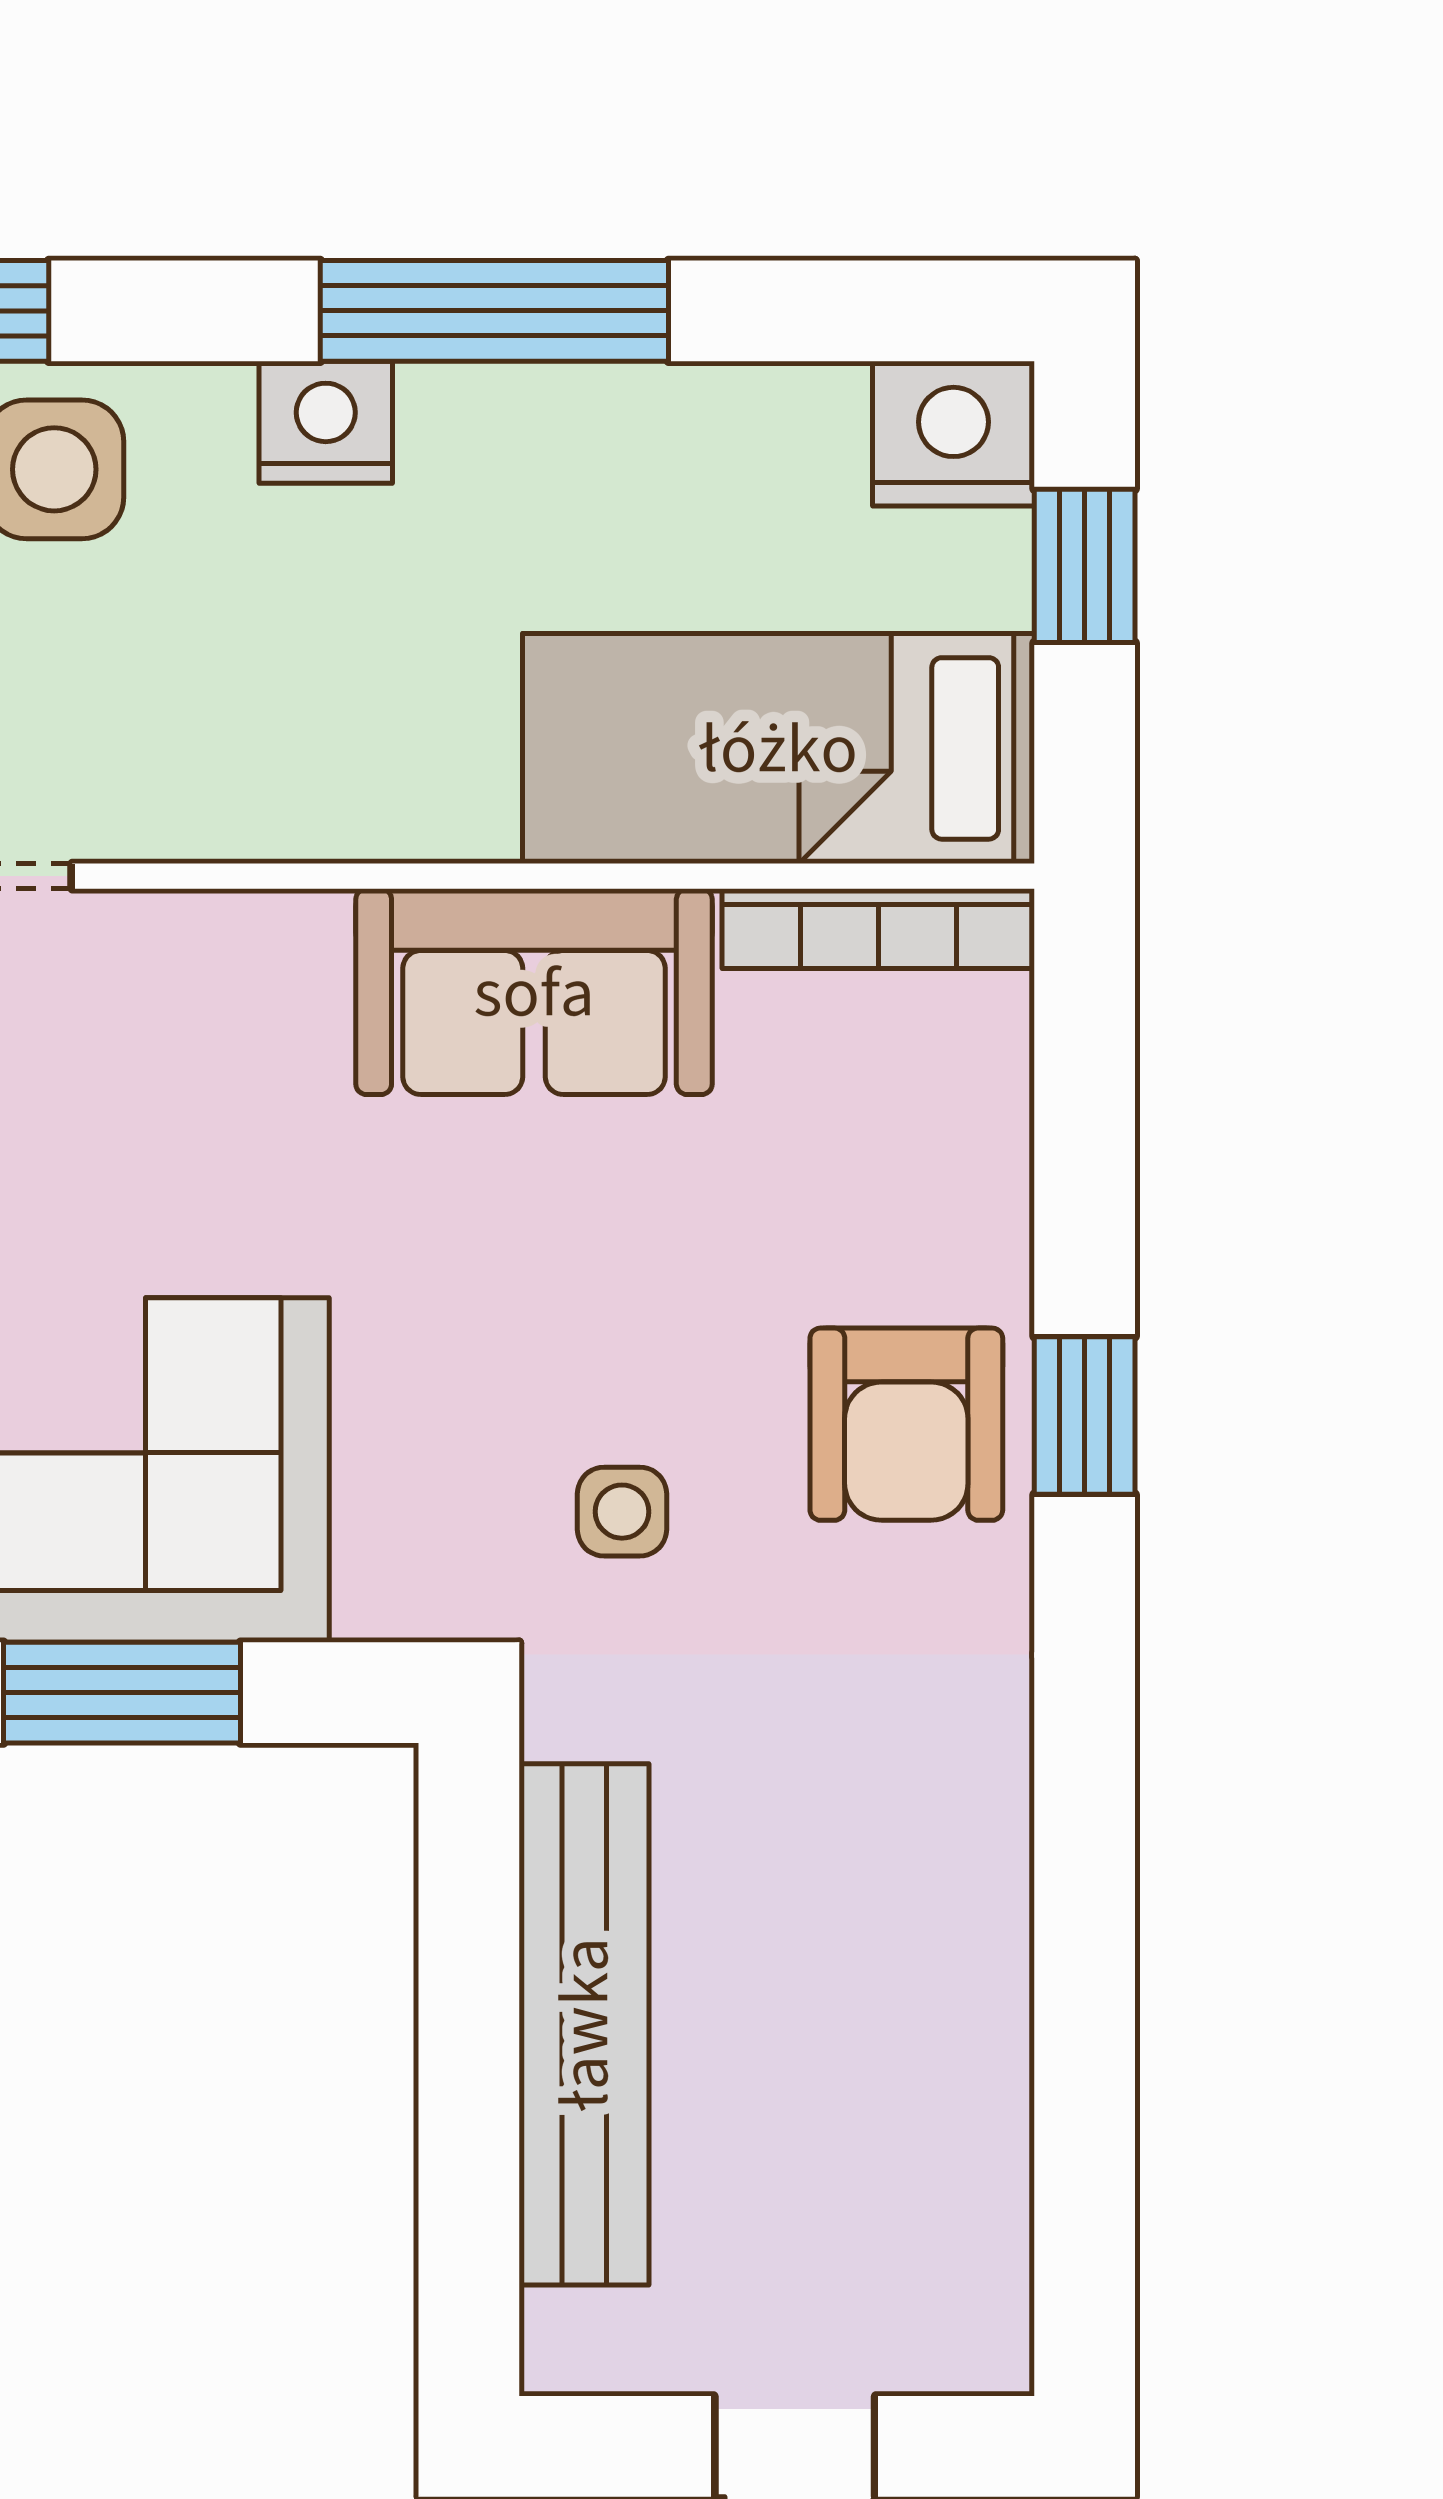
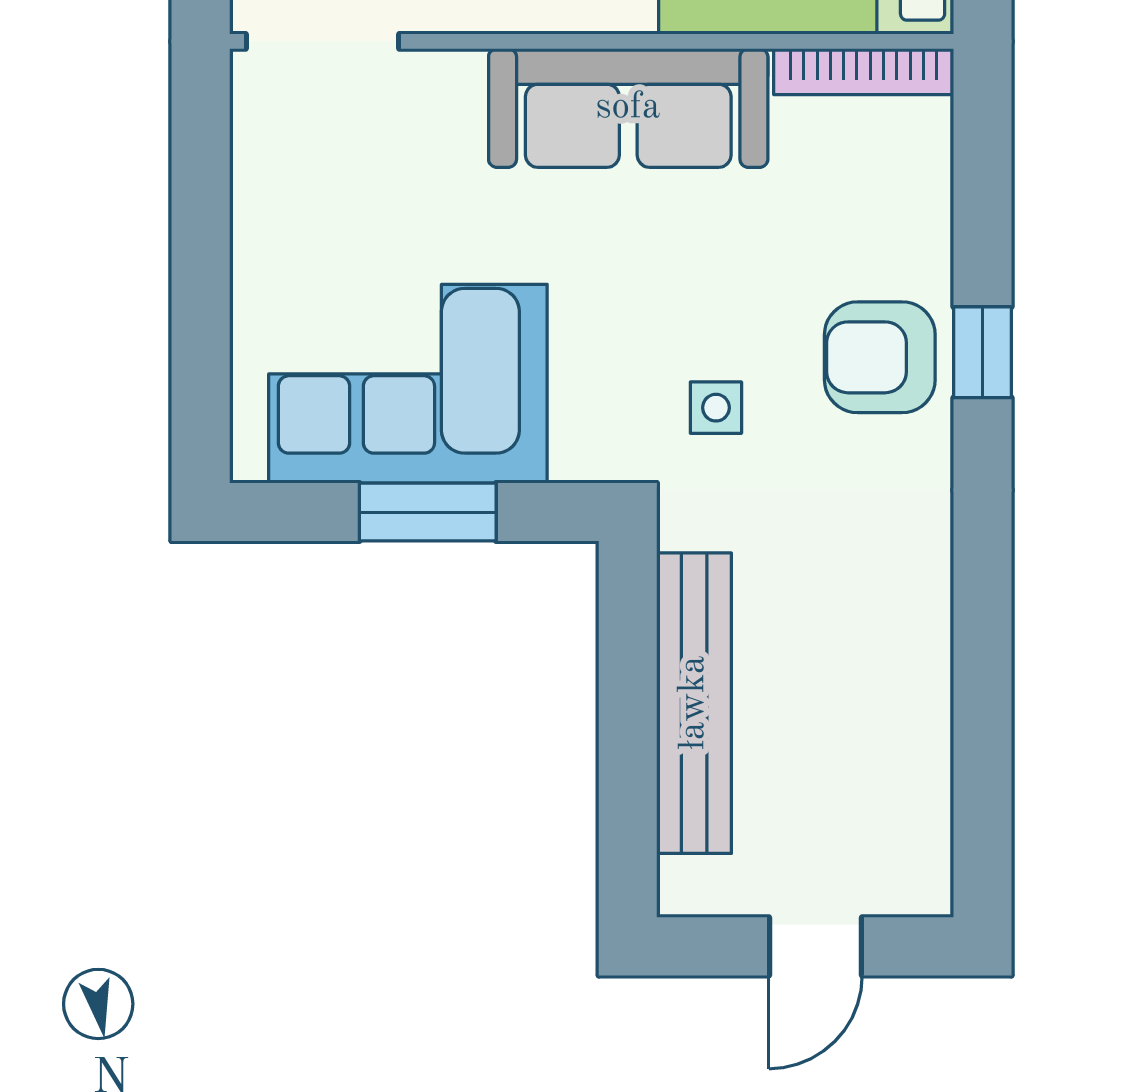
sofa: (534, 992) -> (628, 108), width x1.36
armchair: (906, 1424) -> (880, 357), turned 90

